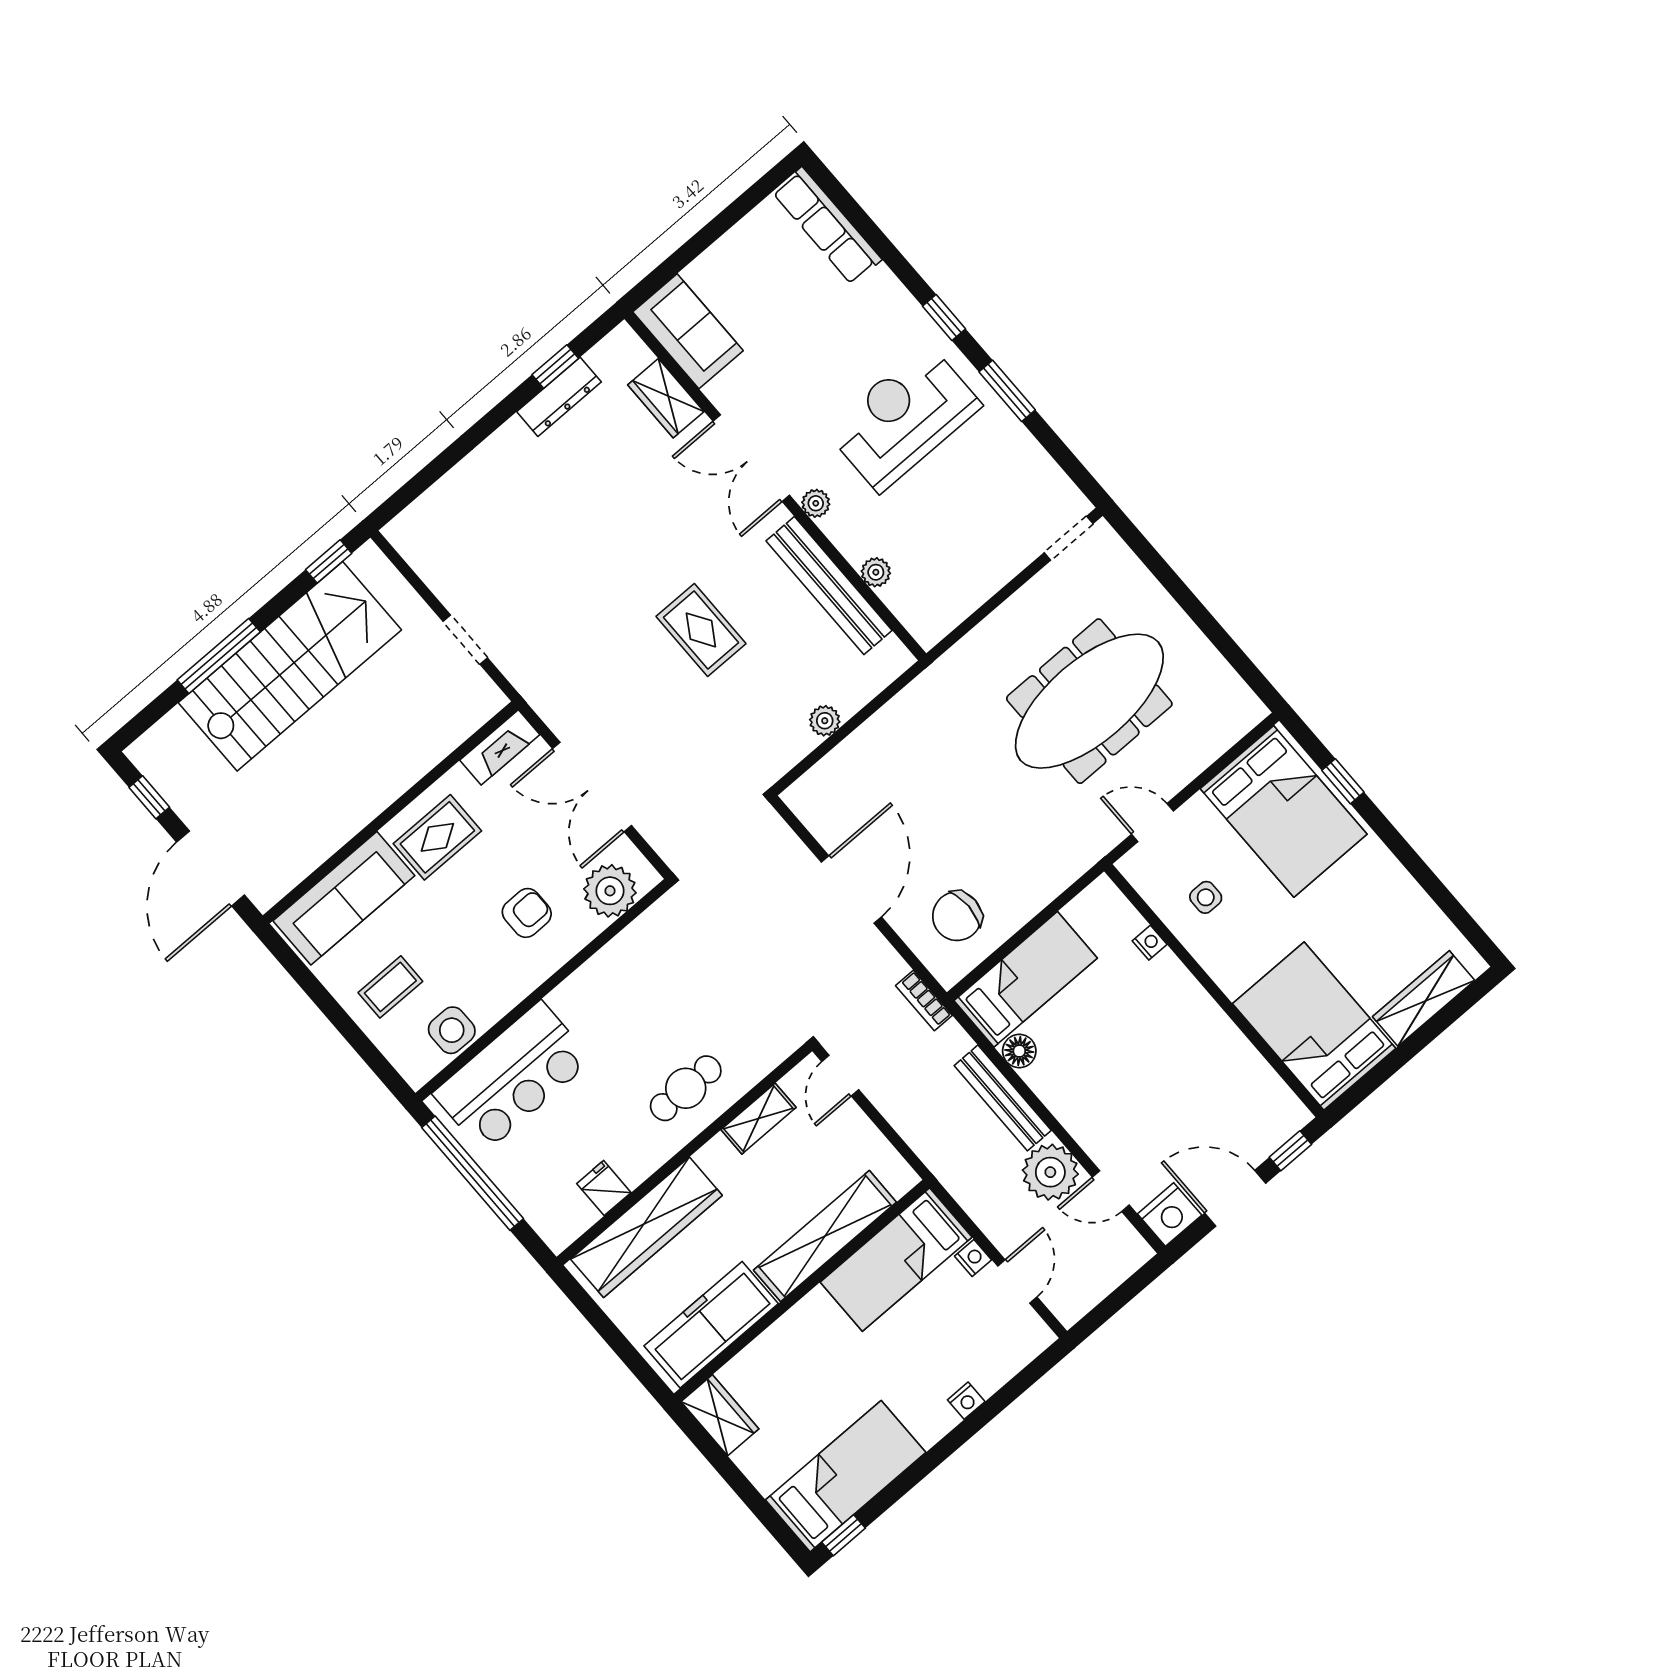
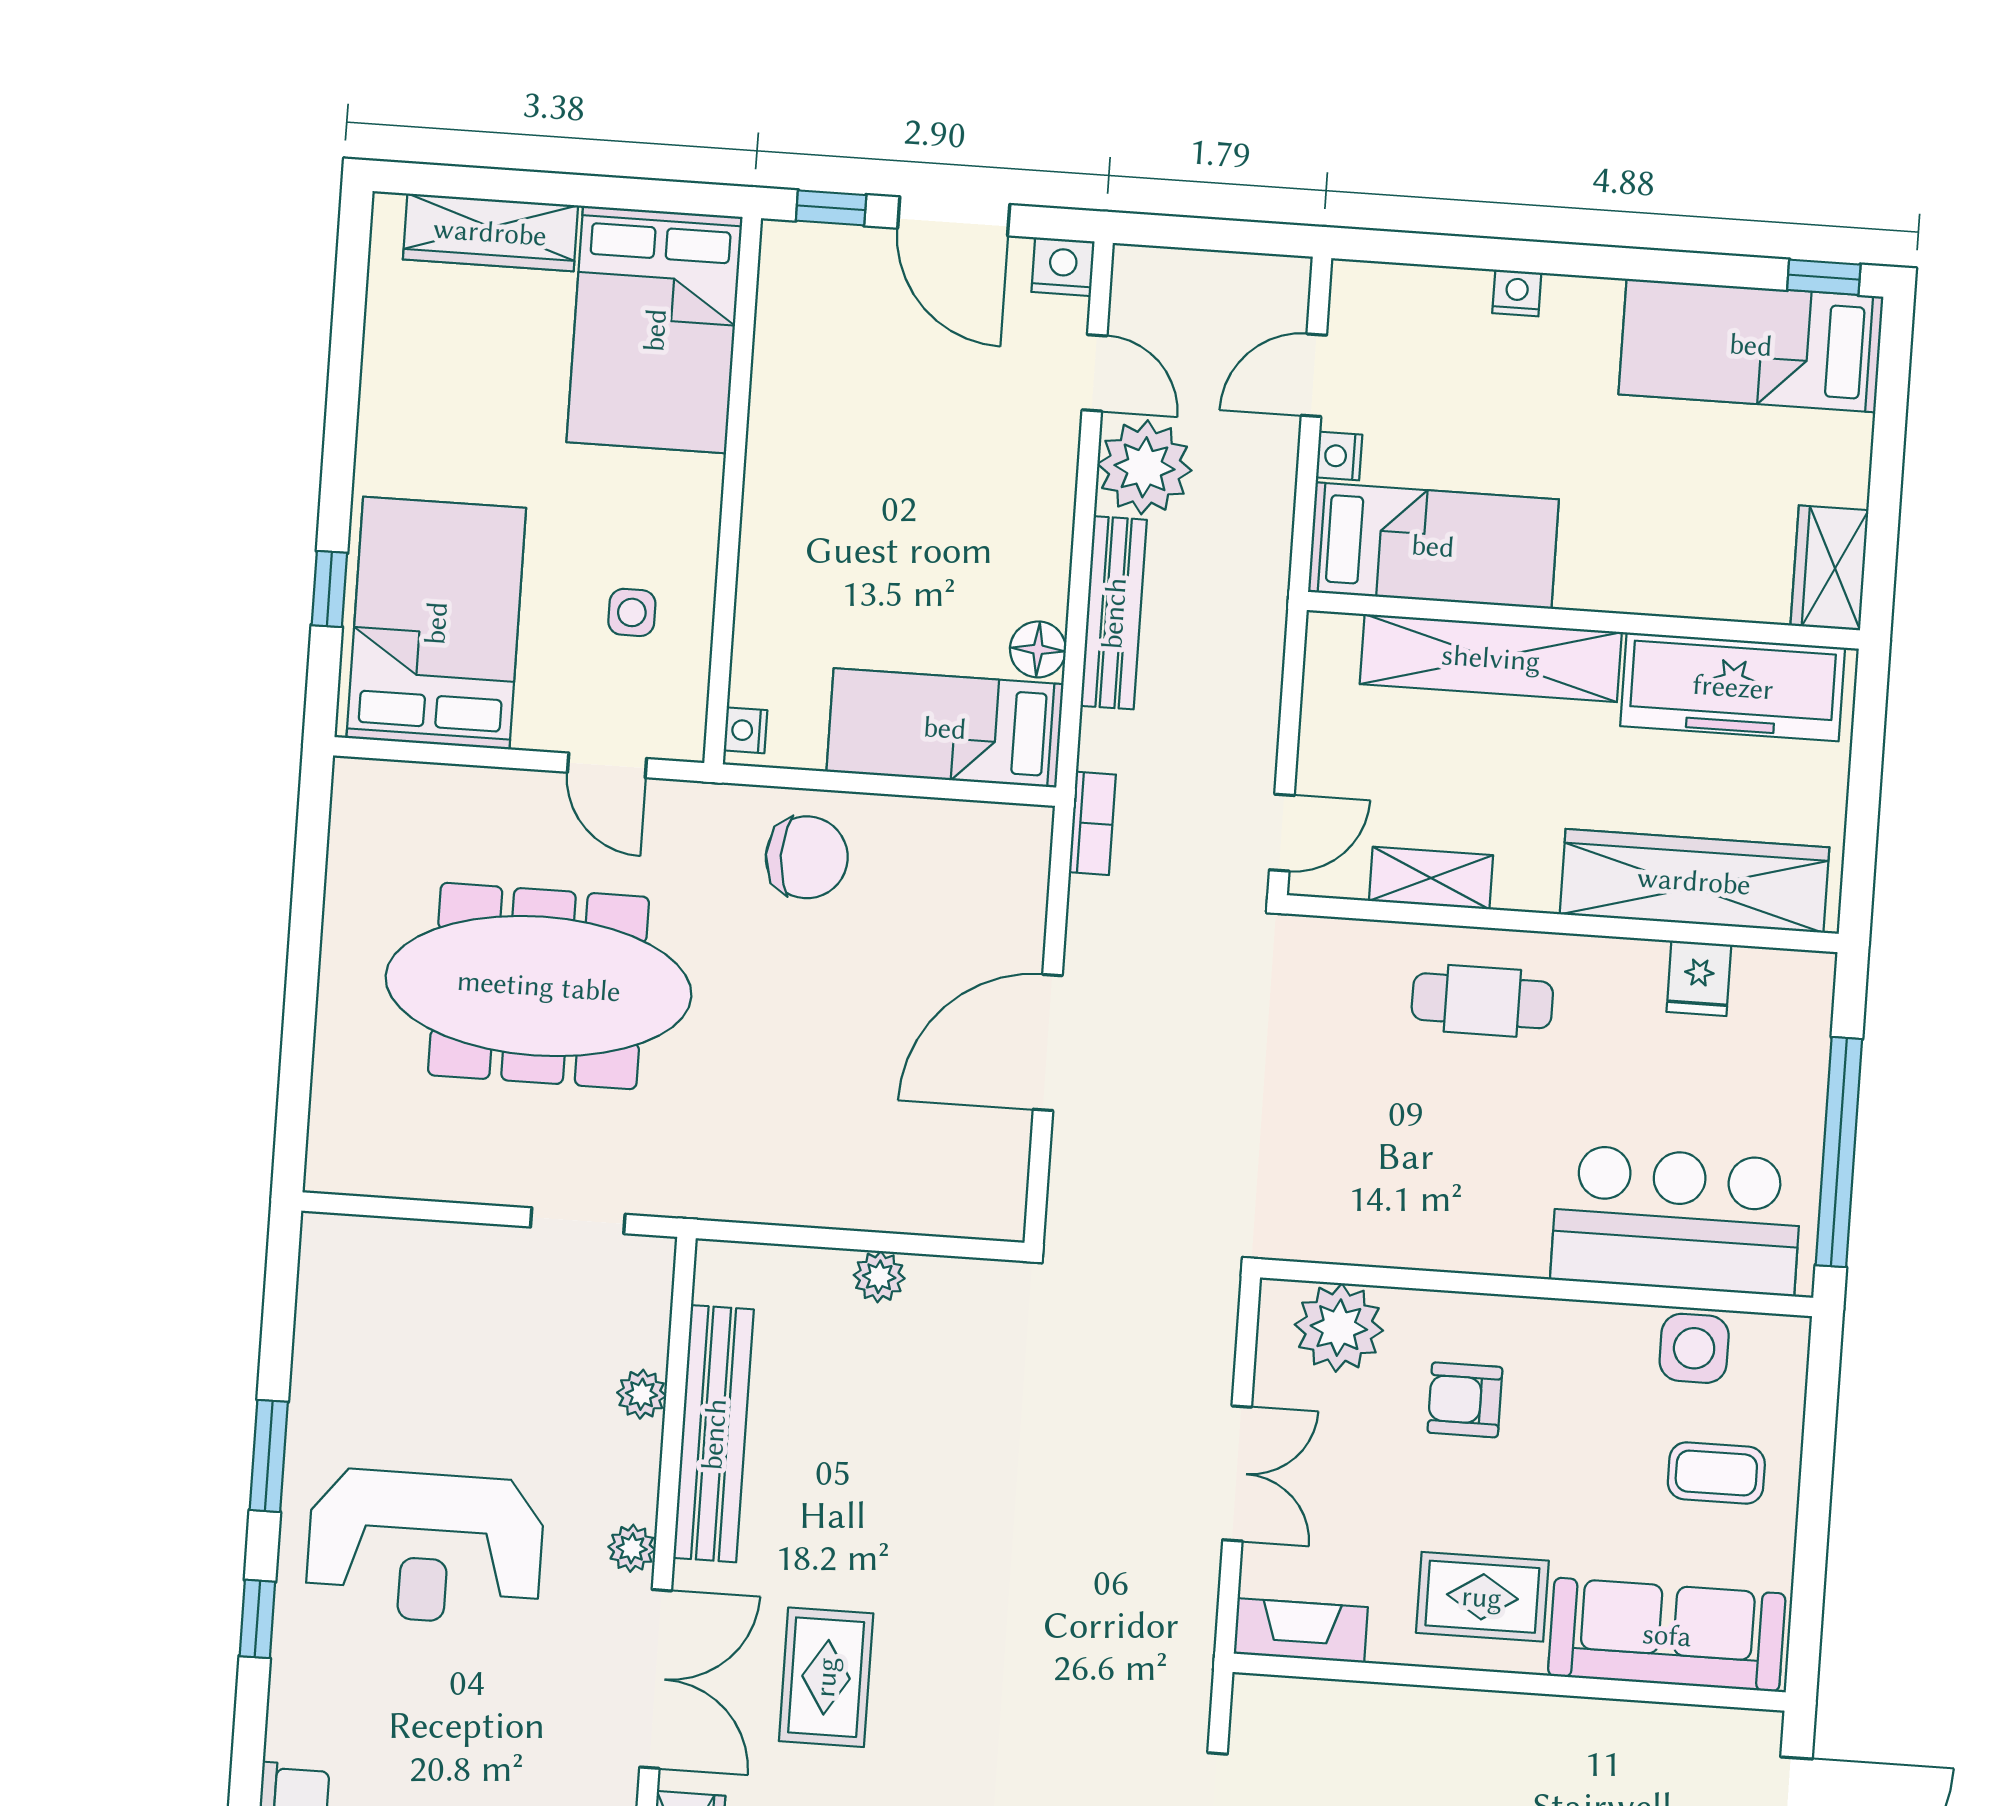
doorway: (1069, 538) -> (578, 1221), moved
rug: (701, 630) -> (826, 1677), moved
double door: (592, 787) -> (1237, 1473), width x0.73
chair: (957, 916) -> (807, 857), moved
nightstand: (1150, 943) -> (745, 730), moved
nightstand: (1170, 1214) -> (1063, 267), width x0.74, depth x0.75

